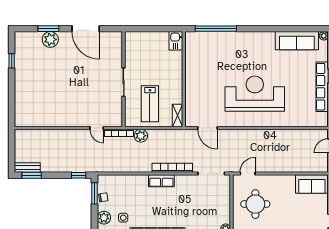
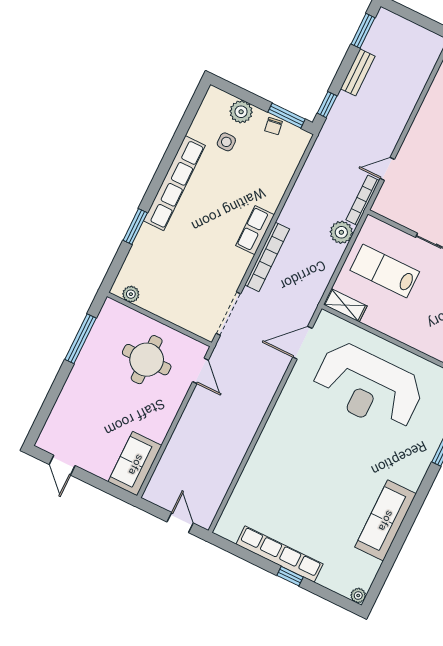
sofa: (297, 41) -> (385, 520), moved
reception desk: (255, 94) -> (368, 387), moved, turned 90
bench: (27, 167) -> (358, 72), moved

